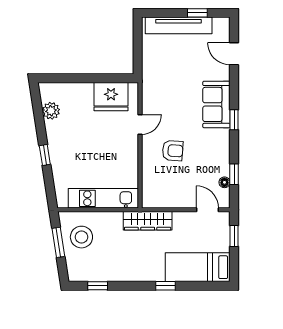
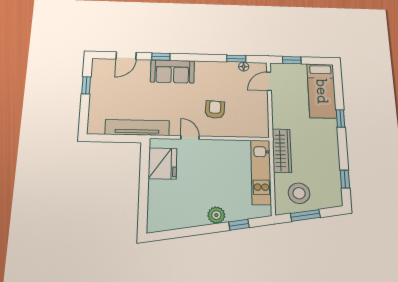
tv unit: (179, 25) -> (137, 127), moved, turned -90
plant: (51, 111) -> (216, 215), moved
window: (234, 120) -> (161, 57), moved
window: (45, 155) -> (239, 225), moved
wardrobe: (148, 221) -> (282, 151), moved

